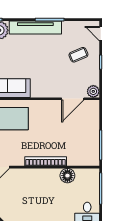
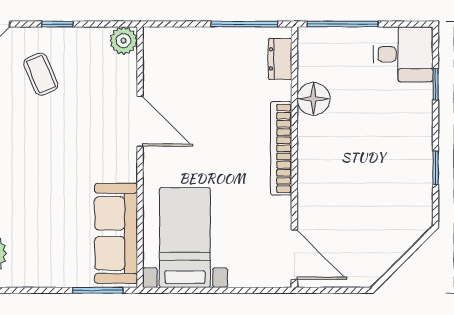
door: (73, 99) -> (140, 121), moved
dresser: (85, 161) -> (280, 59), added

